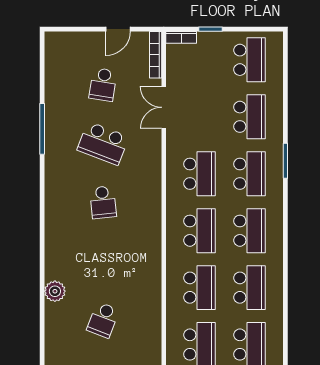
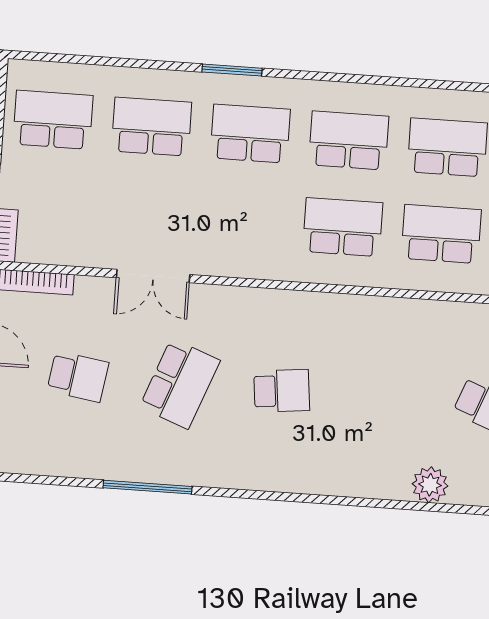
double door: (164, 107) -> (153, 276), moved
school desk: (200, 174) -> (244, 220), removed

